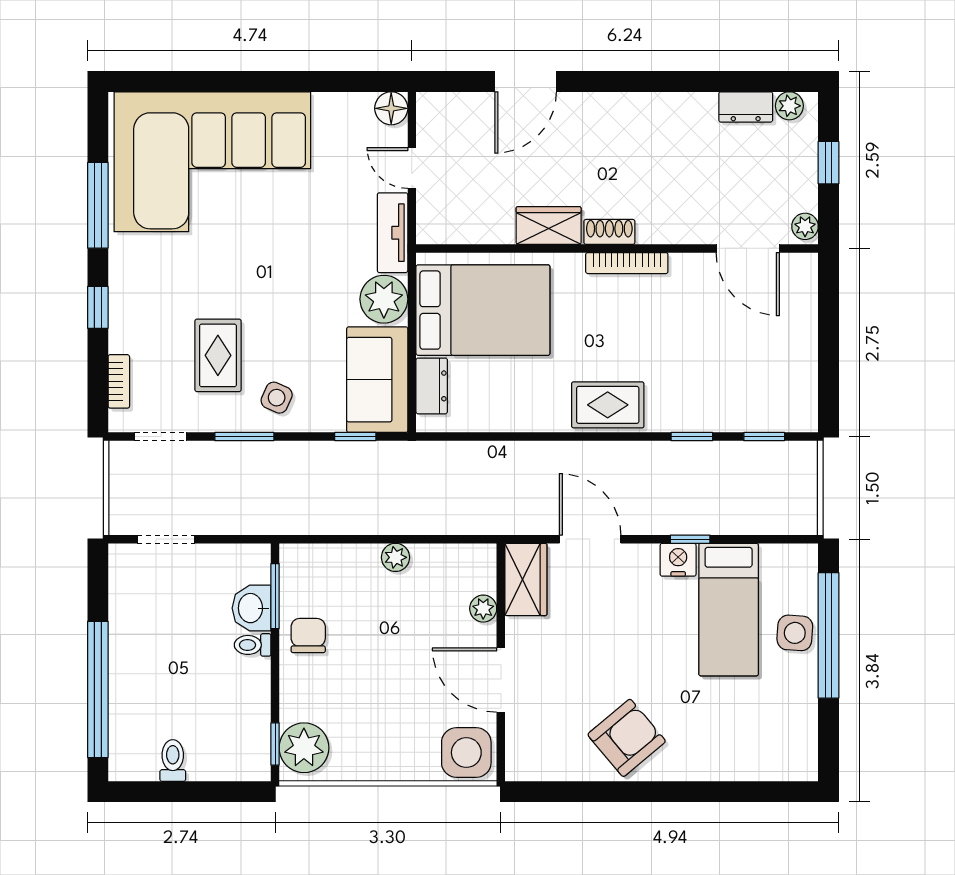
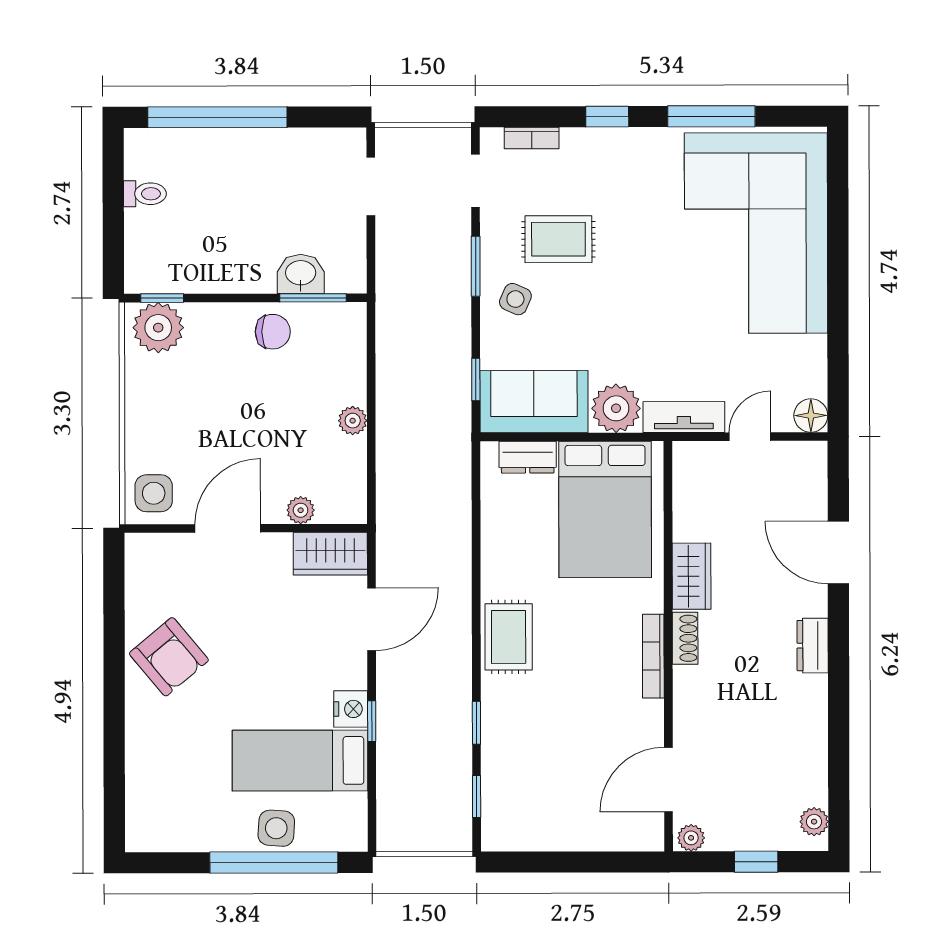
dresser: (746, 107) -> (813, 646), moved
toilet: (253, 645) -> (263, 275), removed
side table: (466, 753) -> (154, 493), width x0.73, depth x0.73

